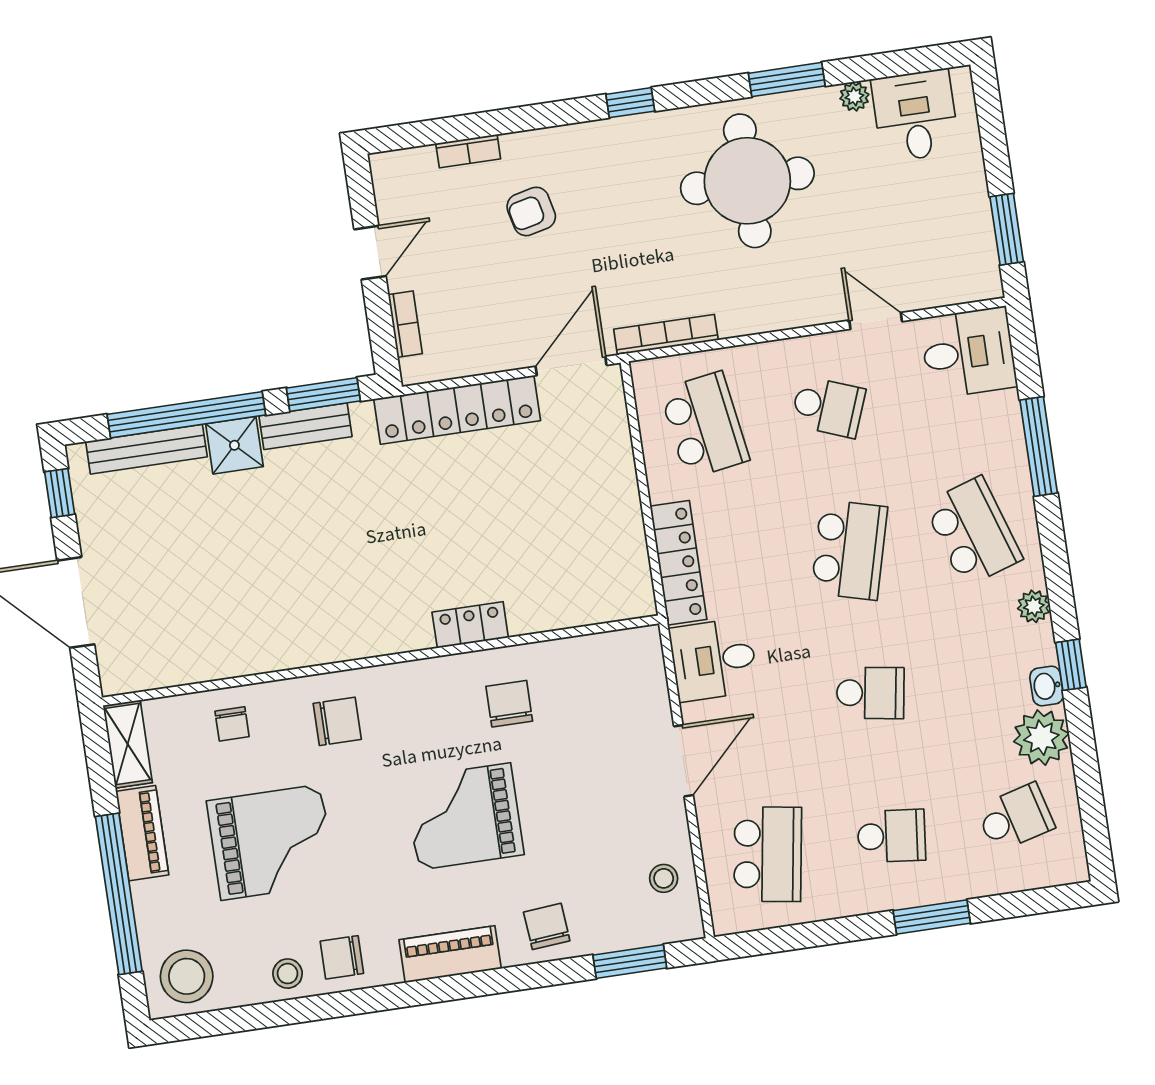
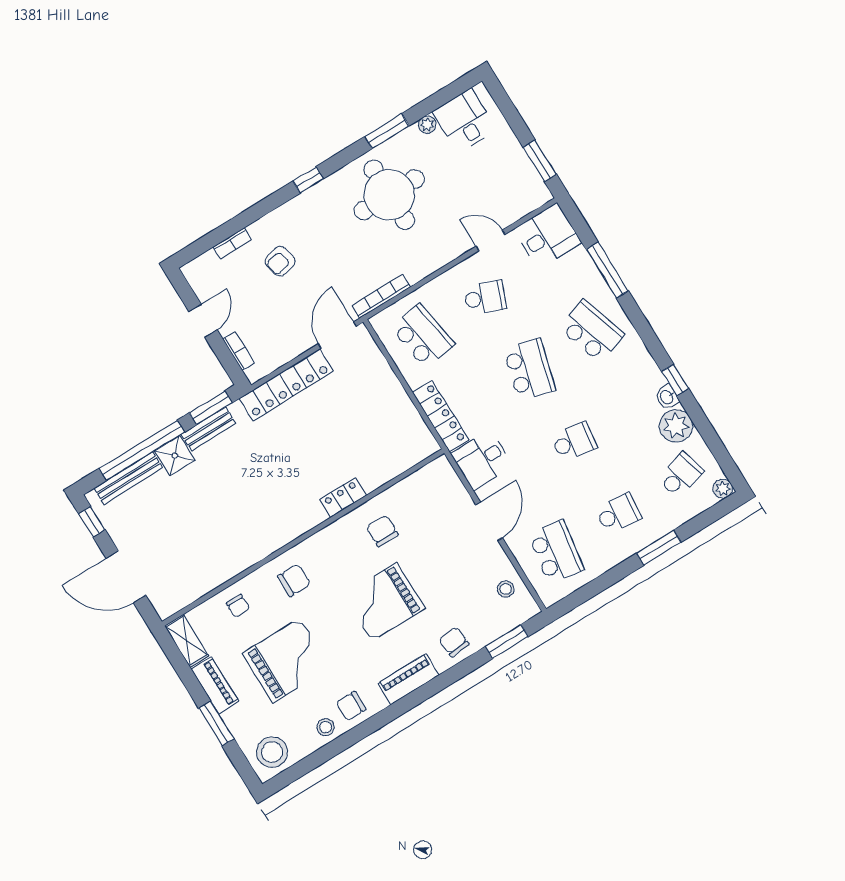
plant: (1034, 606) -> (723, 489), moved
window: (119, 894) -> (216, 723), width x0.47

